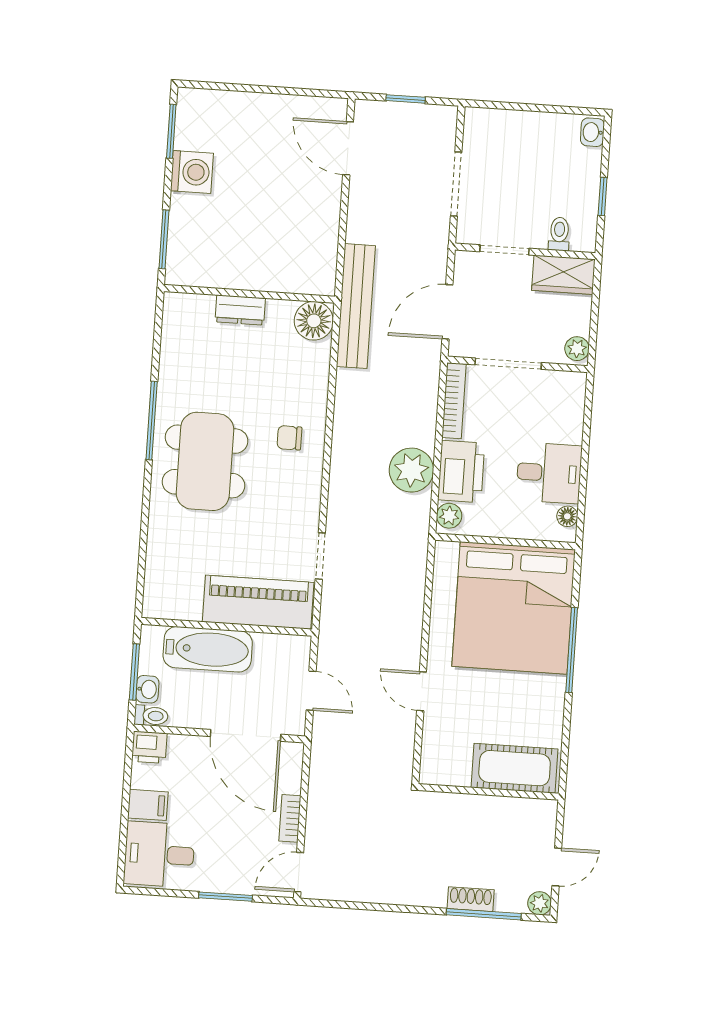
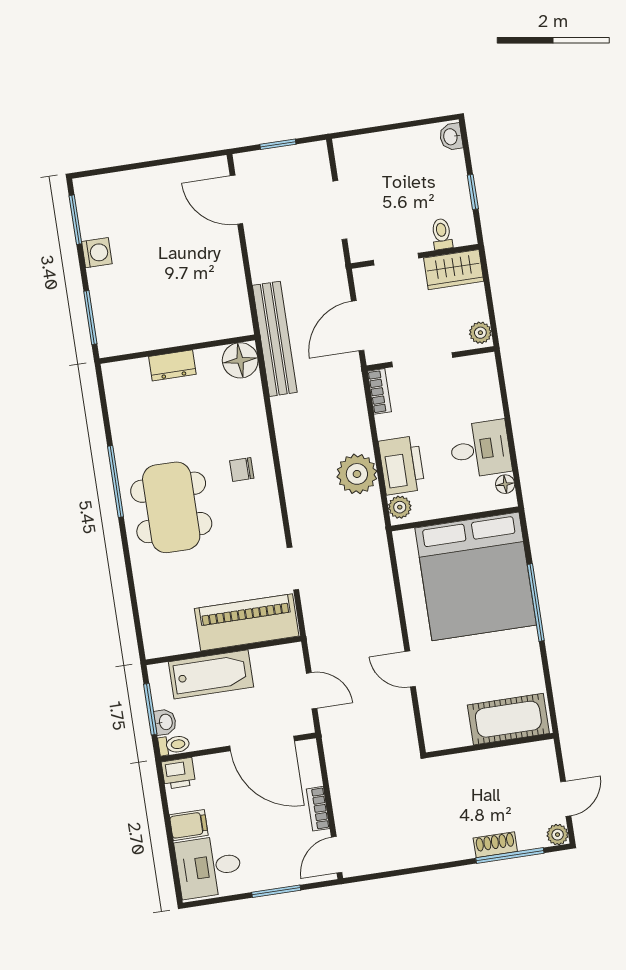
washing machine: (192, 172) -> (97, 253), width x0.73, depth x0.73
bookcase: (454, 401) -> (379, 391), width x0.64

